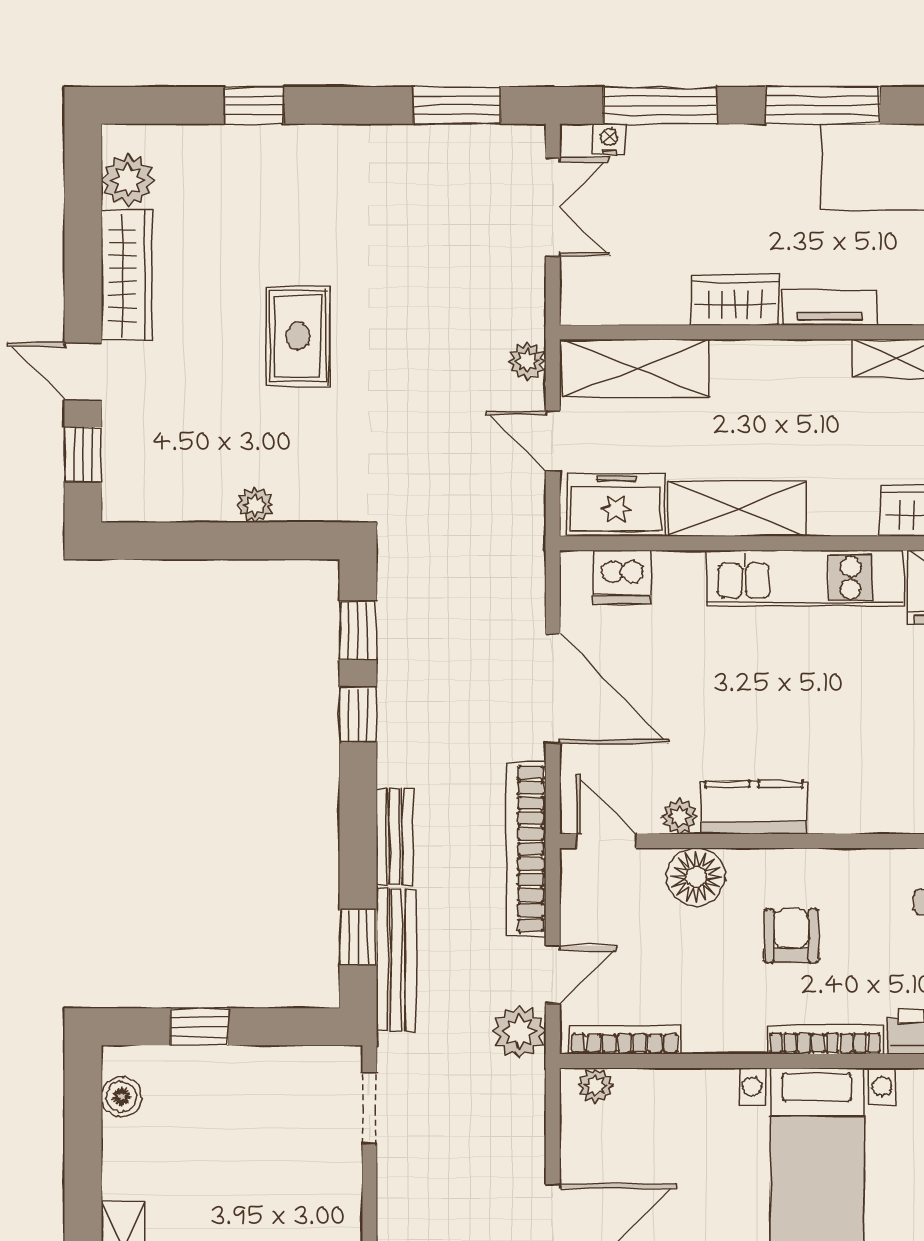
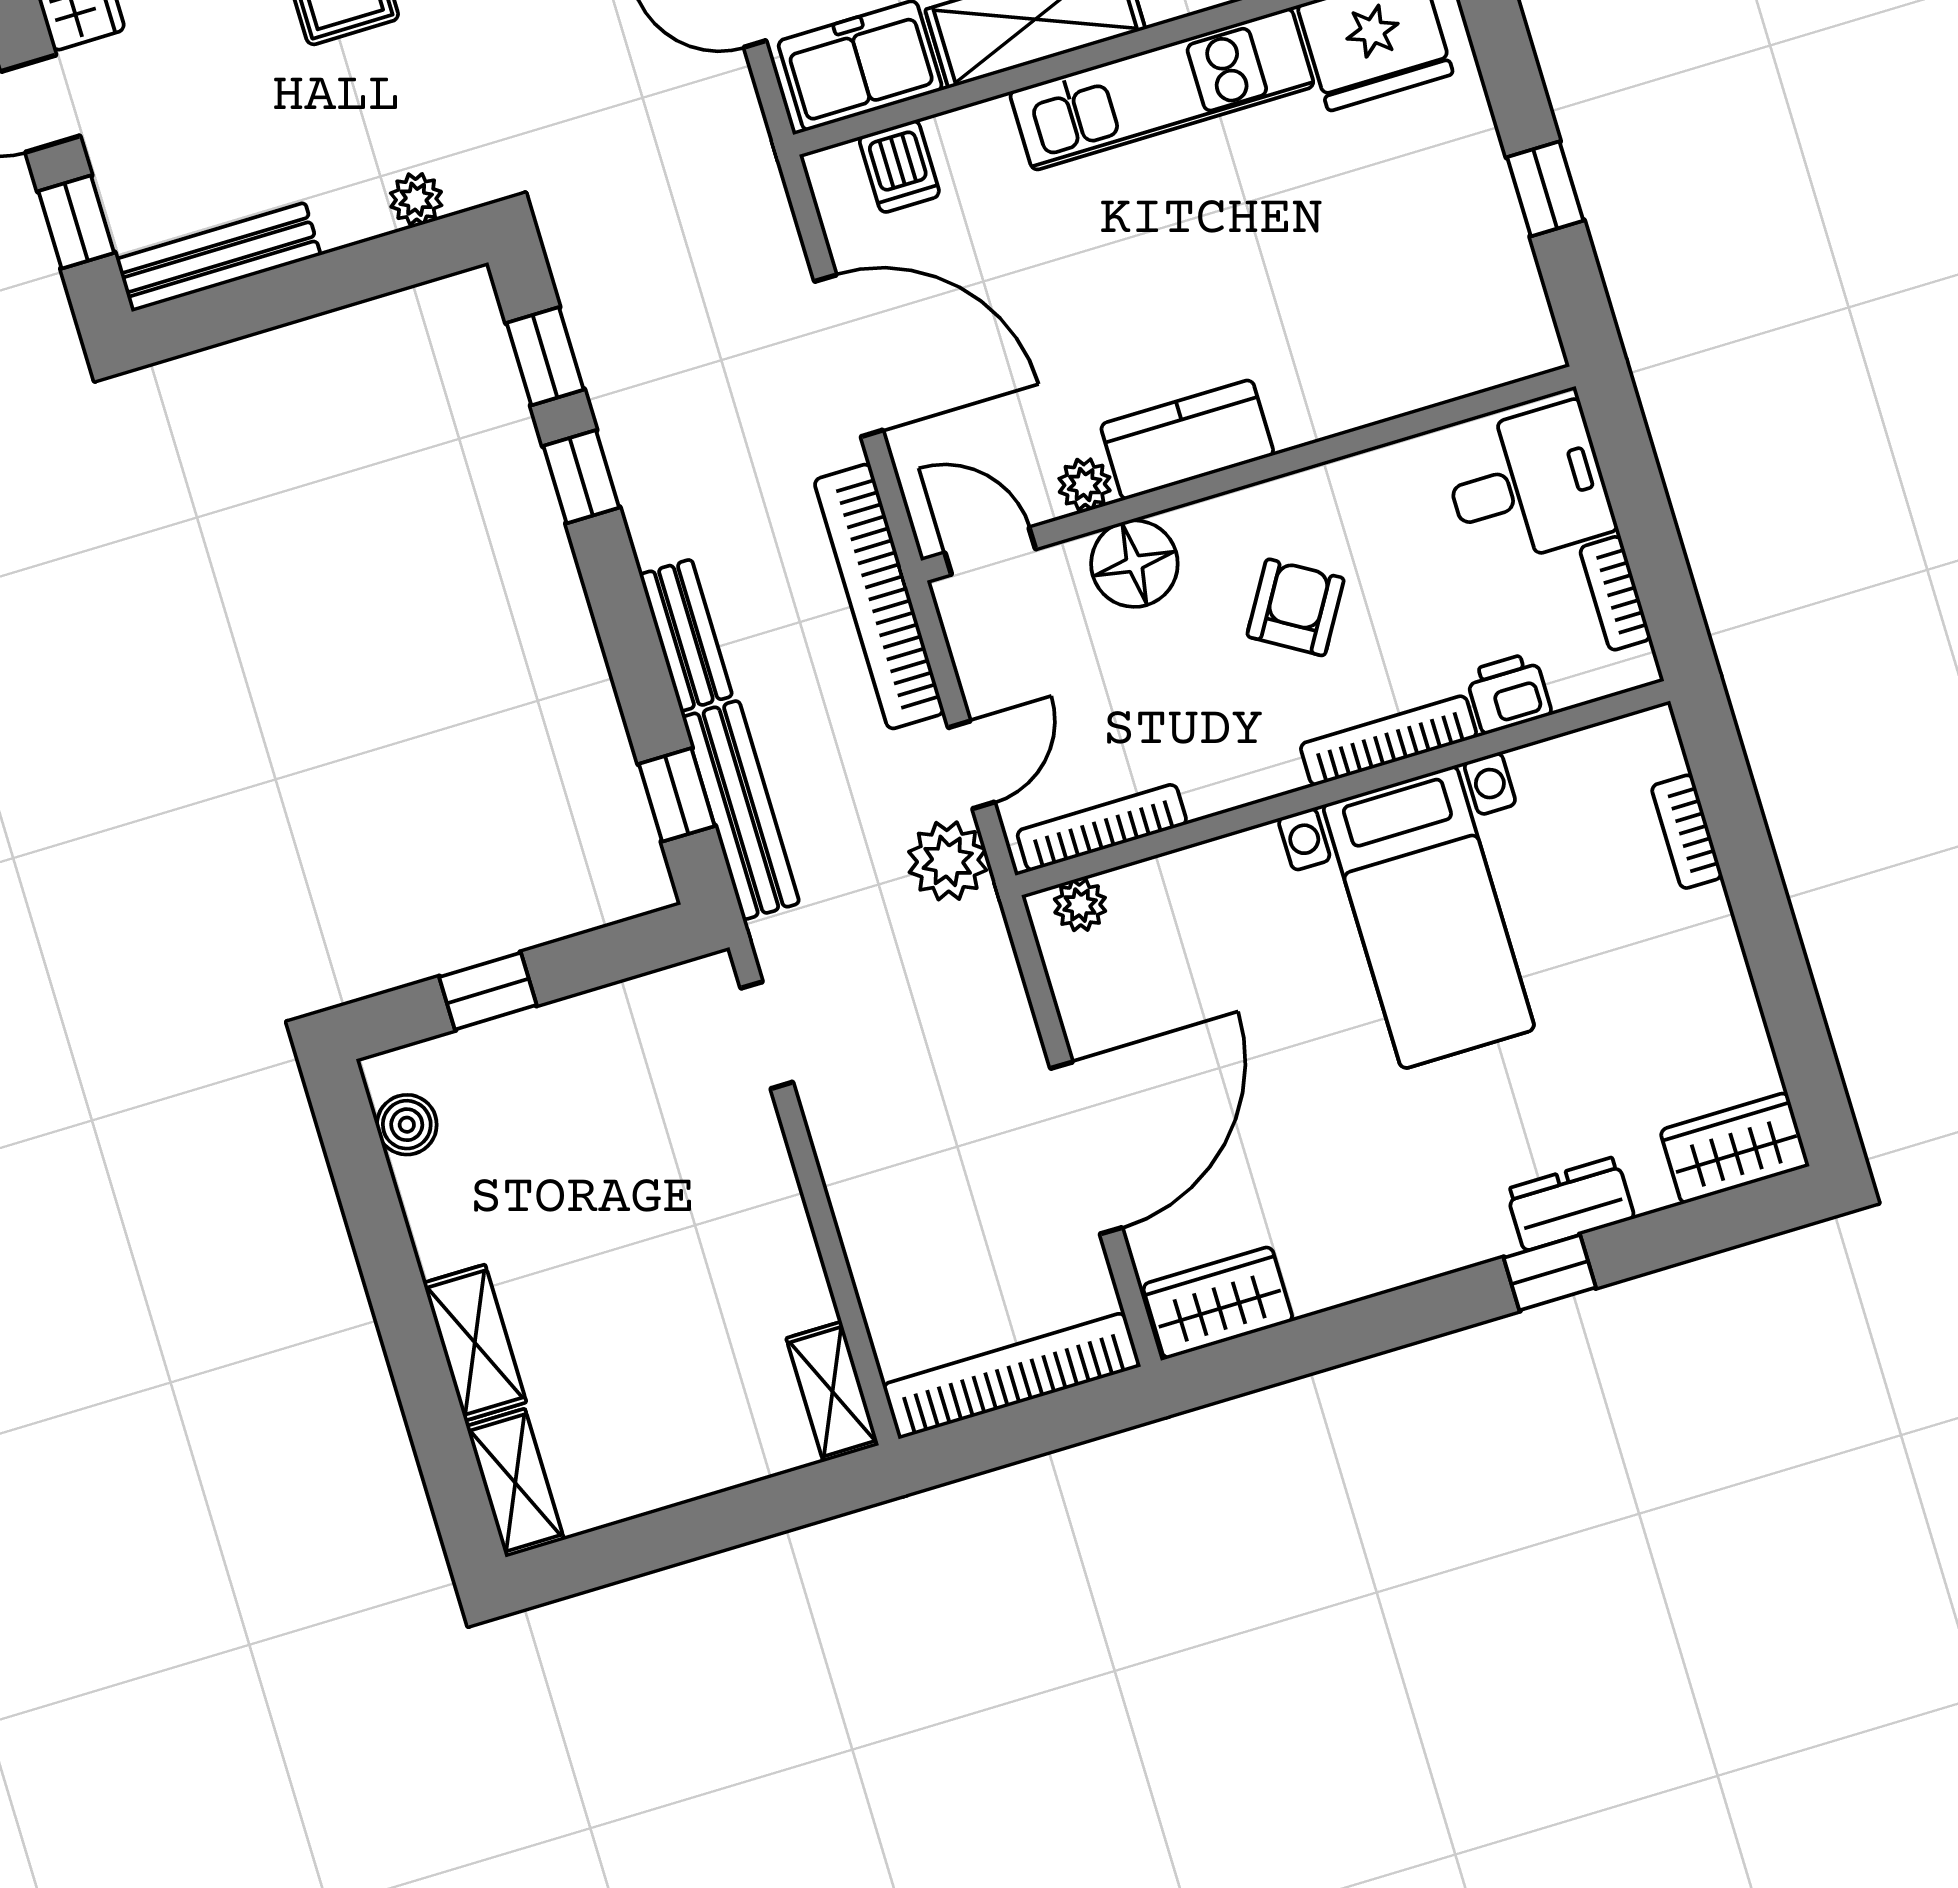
bench: (168, 504) -> (218, 257), added
plant: (255, 505) -> (416, 199), moved
dishwasher: (622, 577) -> (899, 166), width x0.73
armchair: (791, 936) -> (1296, 607), turned 31

